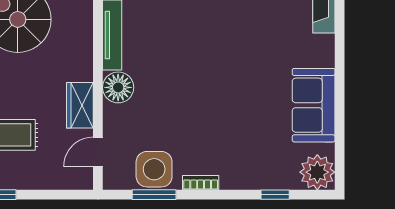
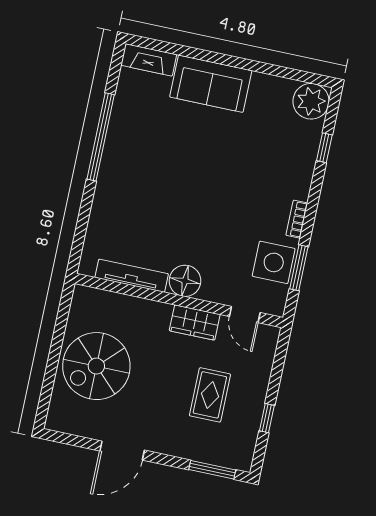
sofa: (314, 105) -> (211, 84), moved

